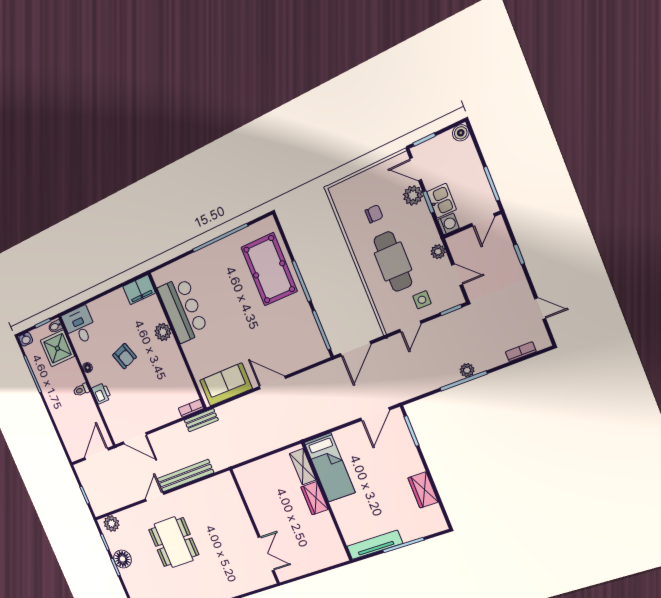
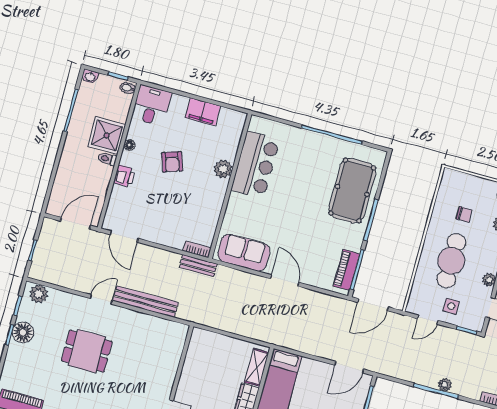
filing cabinet: (139, 290) -> (203, 112), moved
piano: (313, 337) -> (347, 270), added
shower: (57, 348) -> (107, 135), moved
dining table: (174, 542) -> (87, 351), width x0.73

